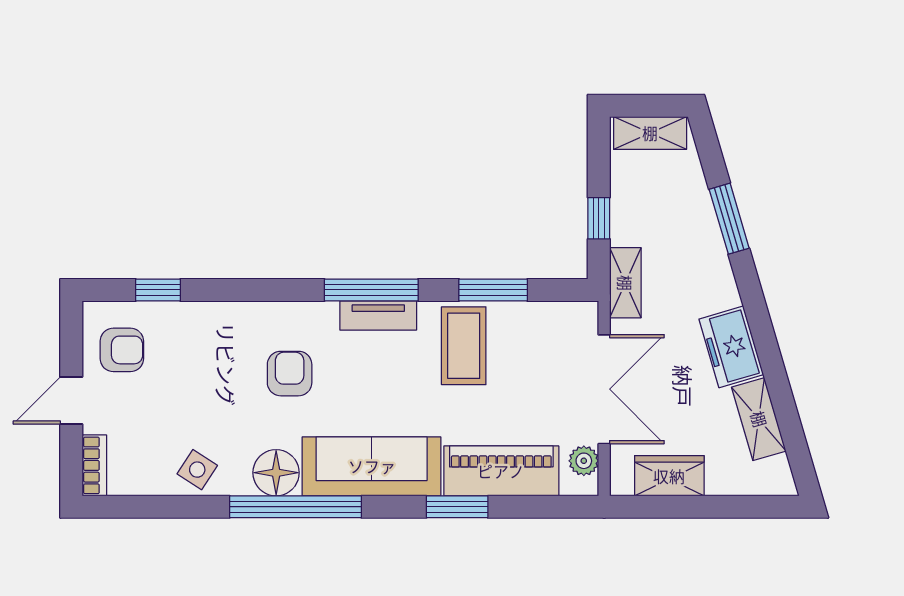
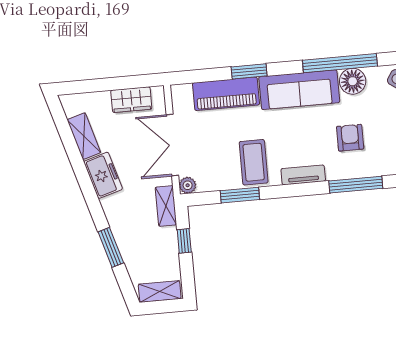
window: (371, 290) -> (356, 185), moved
armchair: (290, 374) -> (350, 138), turned 180
plant: (584, 461) -> (188, 185), moved

